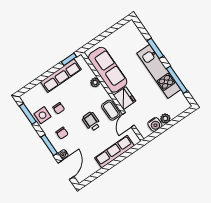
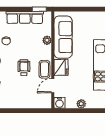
water cooler: (155, 124) -> (59, 103), moved
row of seats: (114, 152) -> (26, 102), removed

